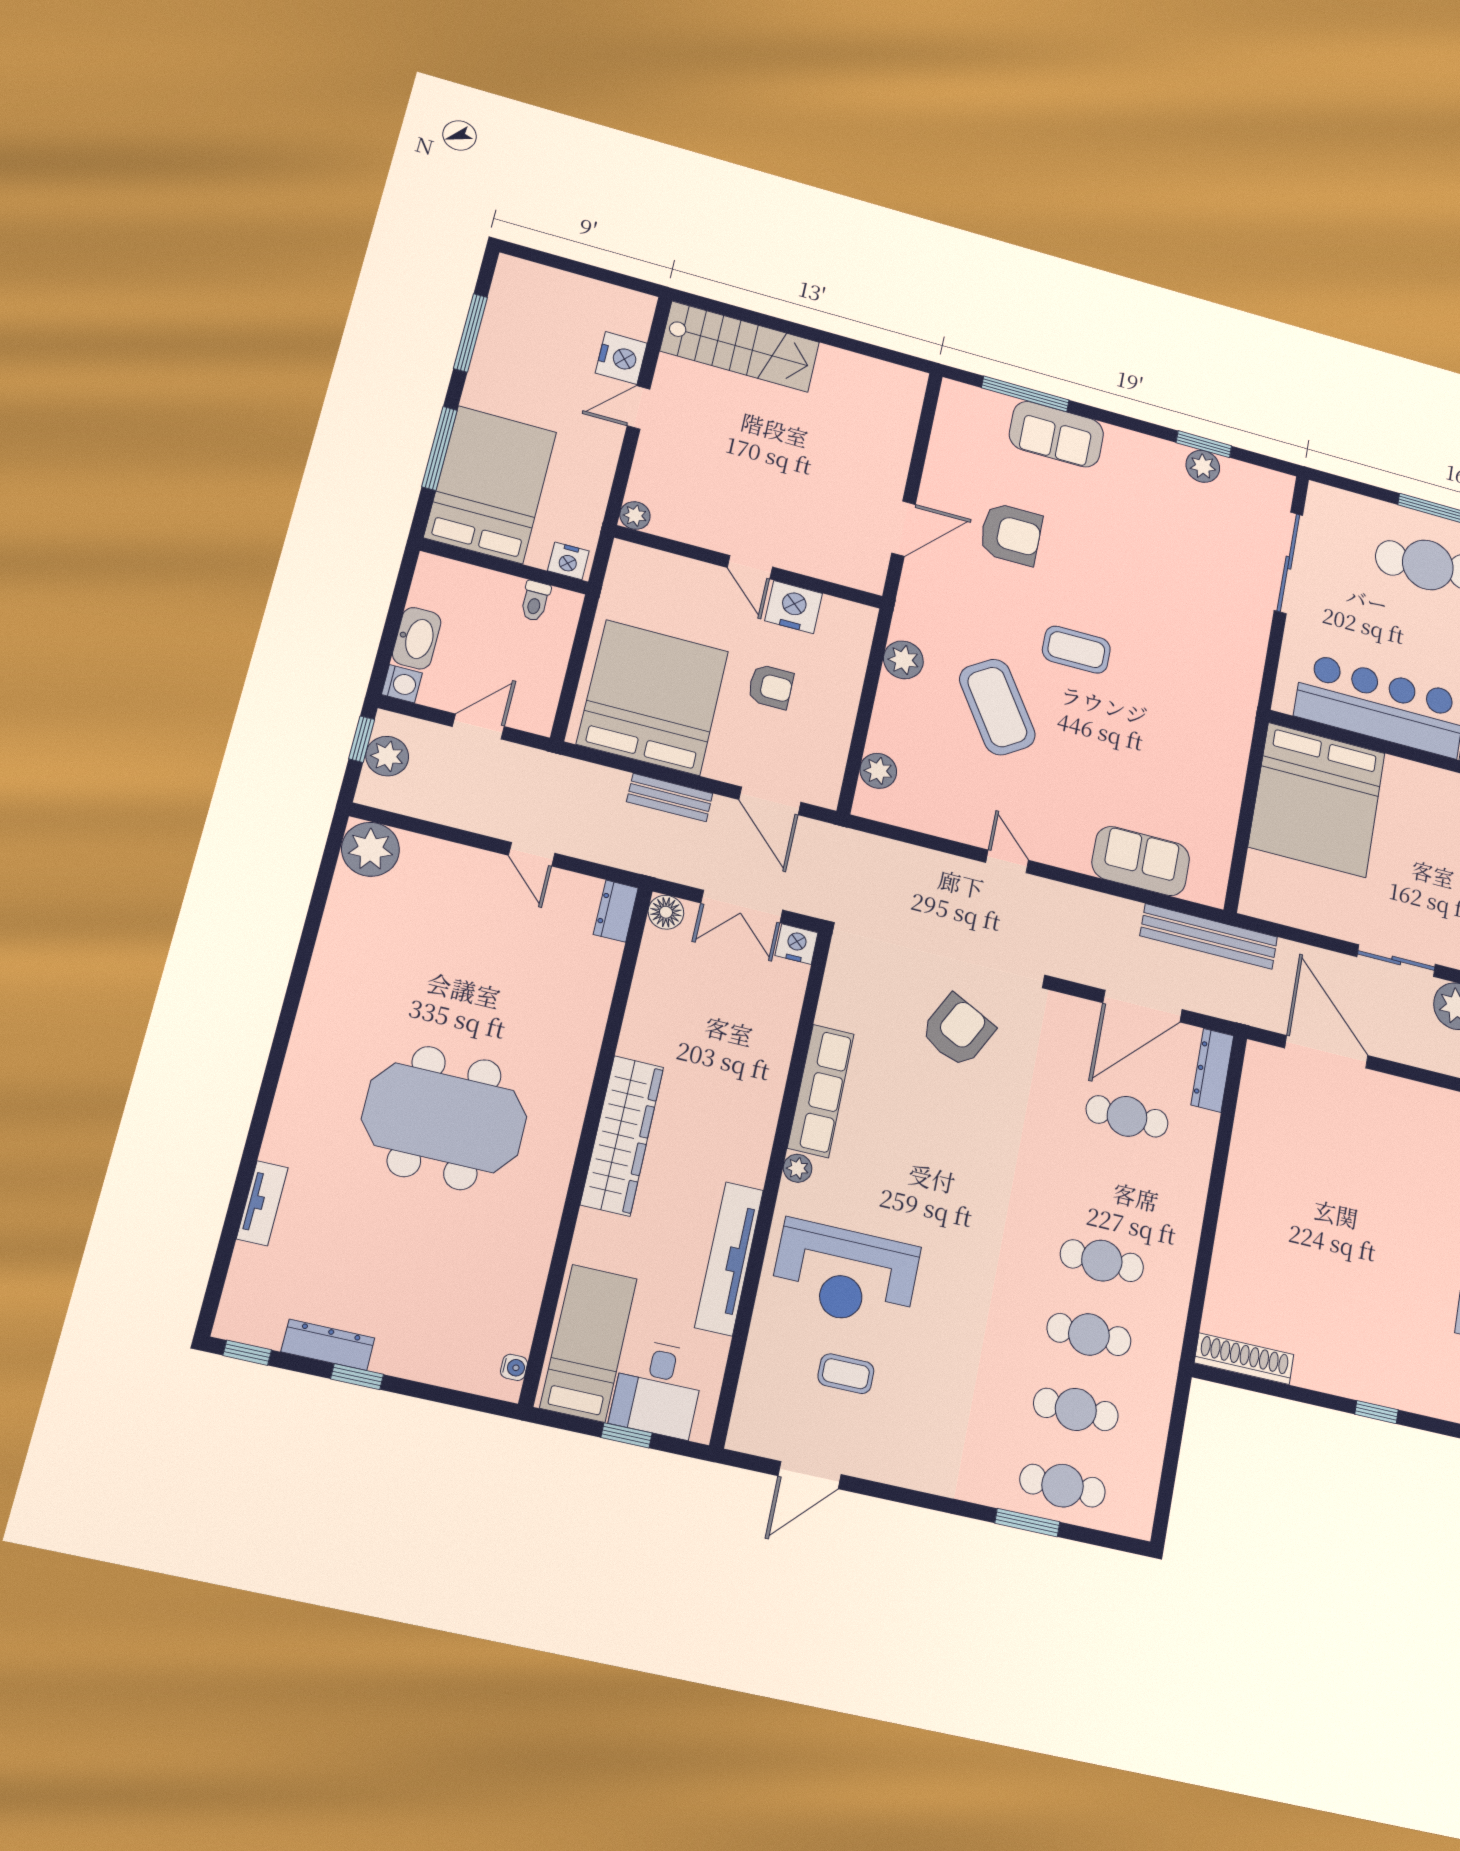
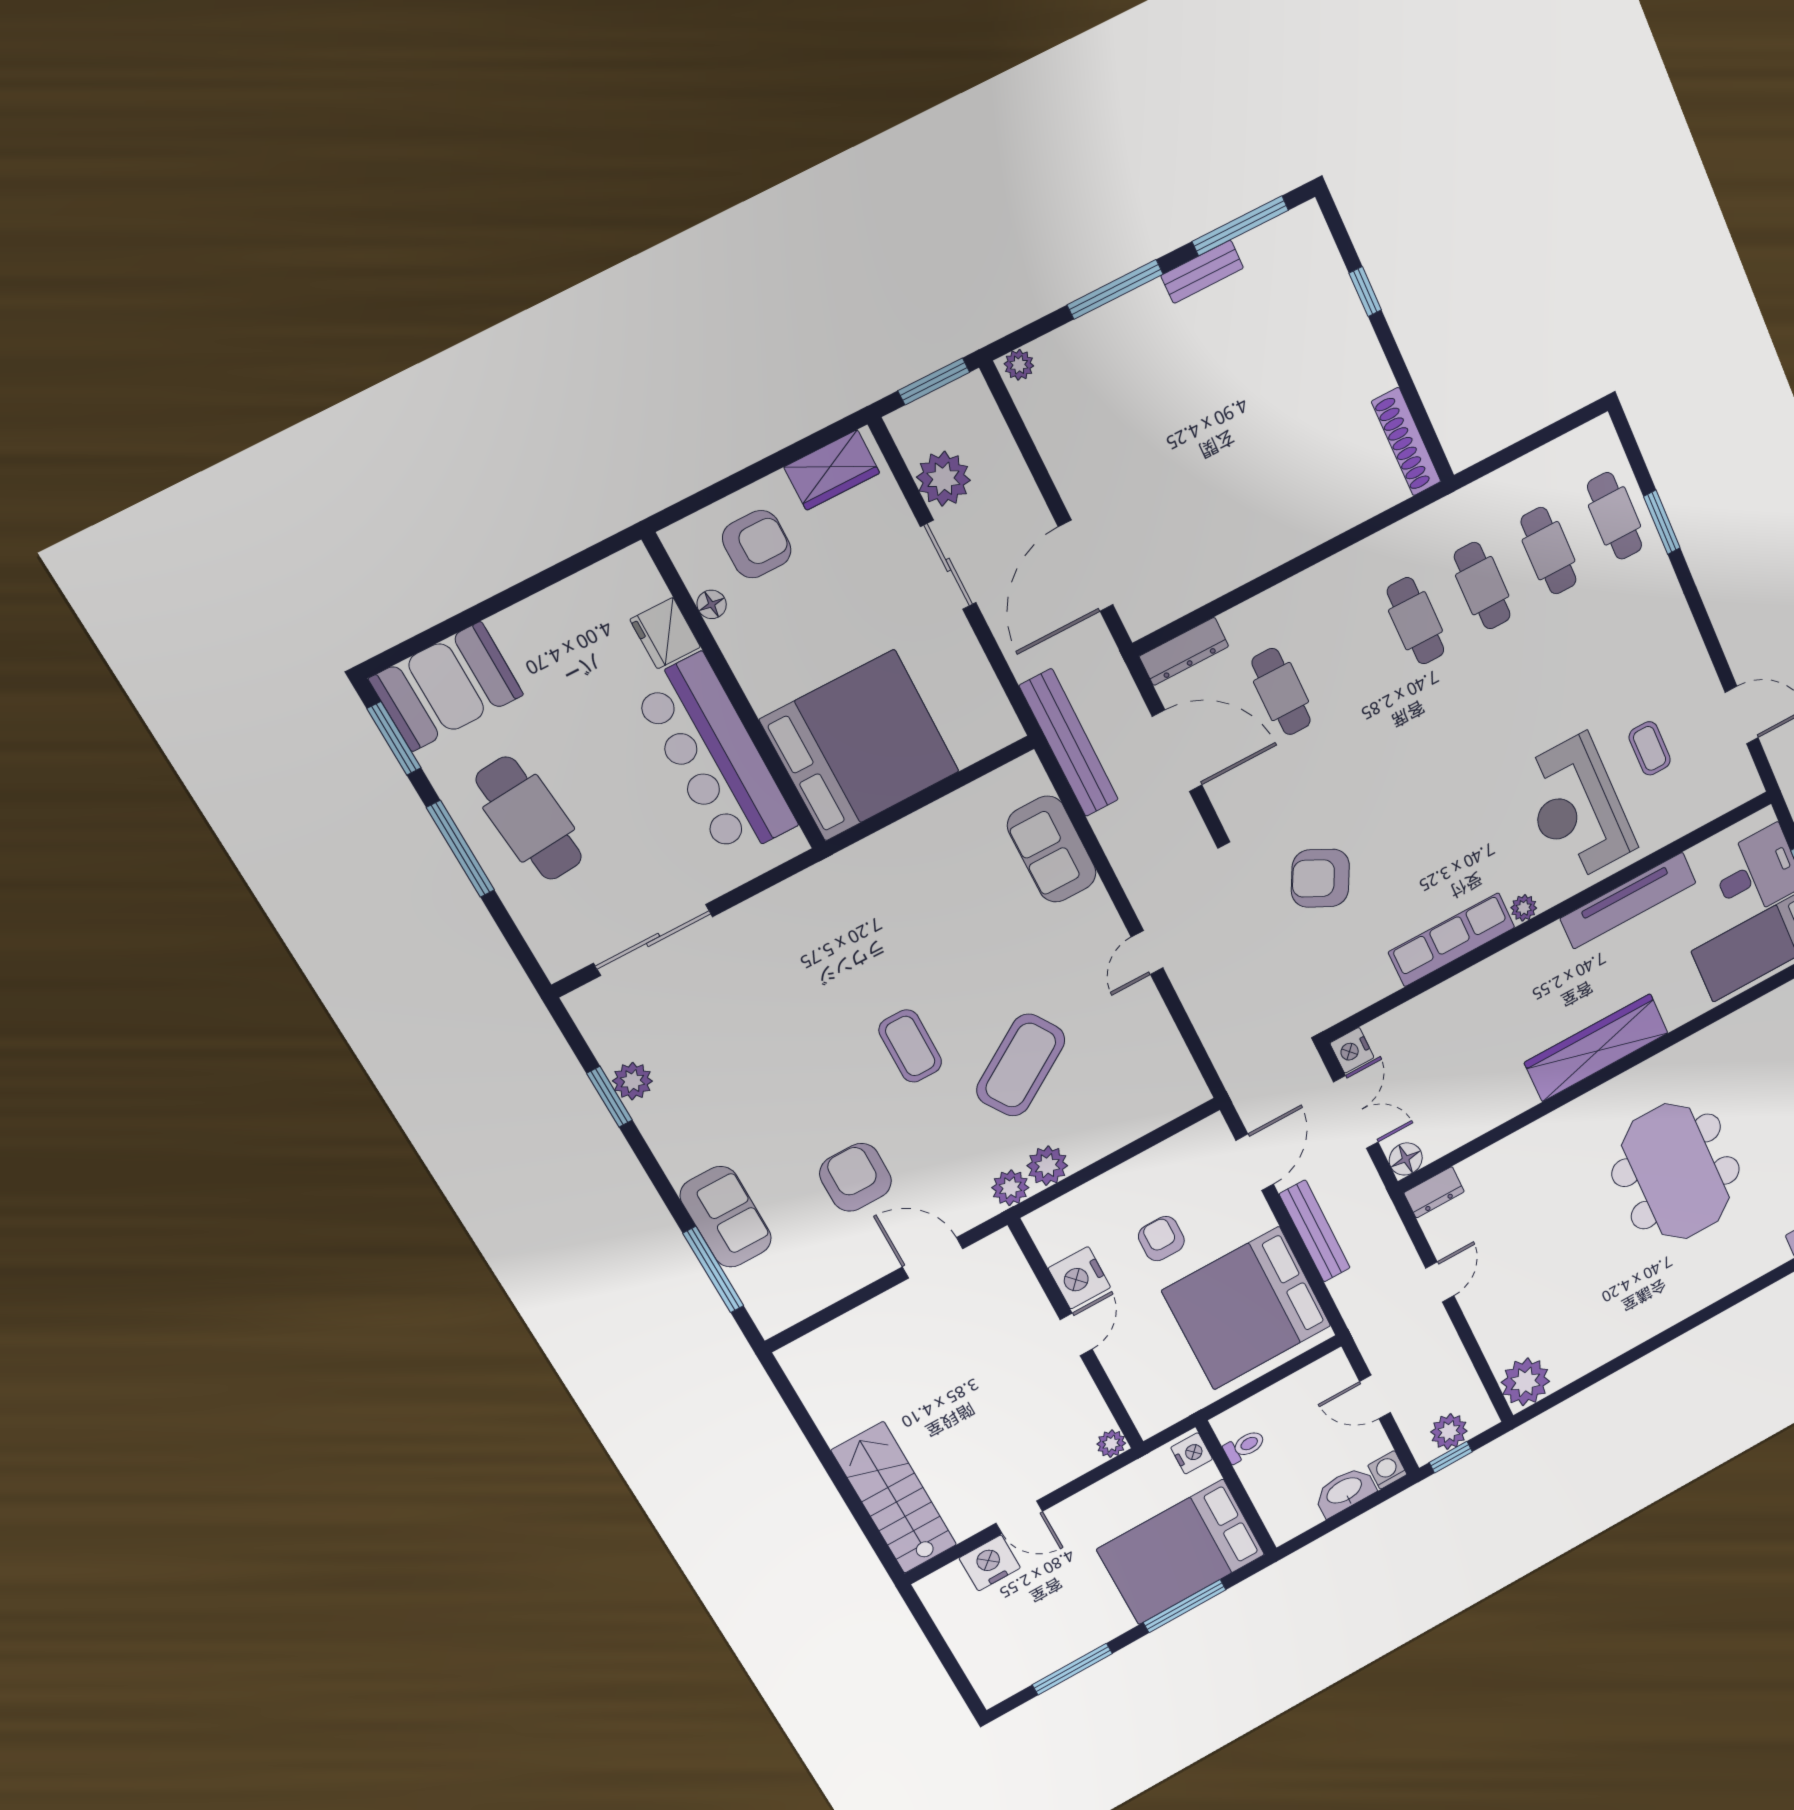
plant: (878, 771) -> (1010, 1188), moved
bench: (670, 798) -> (1315, 1231), width x1.36
reception desk: (845, 1274) -> (1577, 809), turned 180

